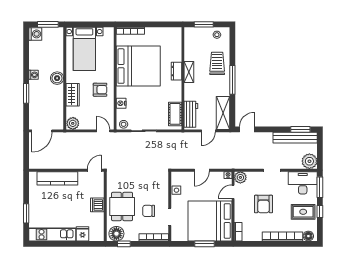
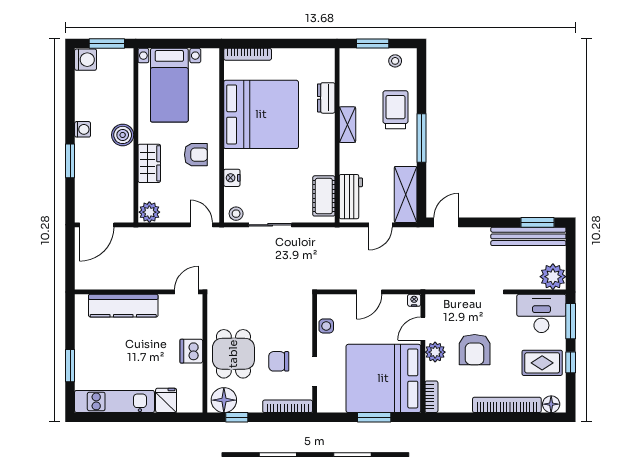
dresser: (176, 71) -> (326, 98), moved
plant: (240, 177) -> (435, 352), moved

